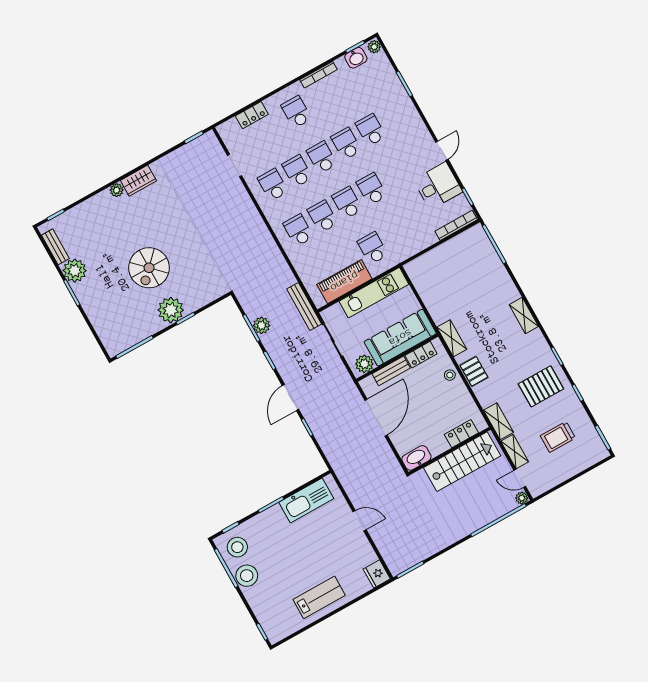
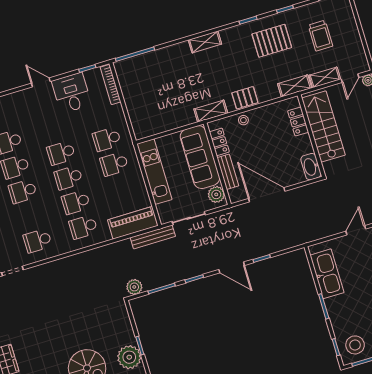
school desk: (297, 171) -> (107, 139), moved
piano: (344, 282) -> (133, 223), moved, turned 90
plant: (262, 325) -> (134, 287), moved
pallet: (541, 386) -> (272, 41), turned 90

